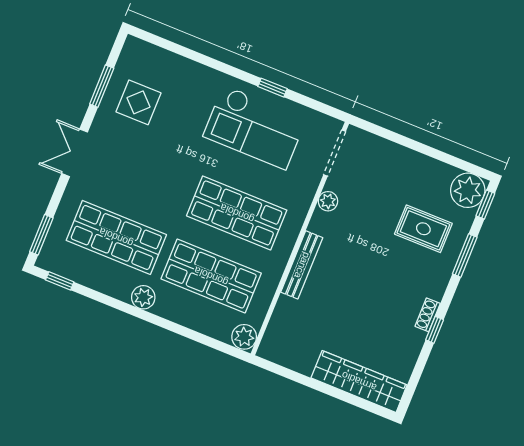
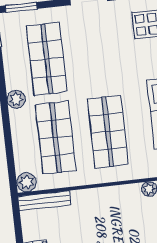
bench: (302, 265) -> (44, 201), moved

